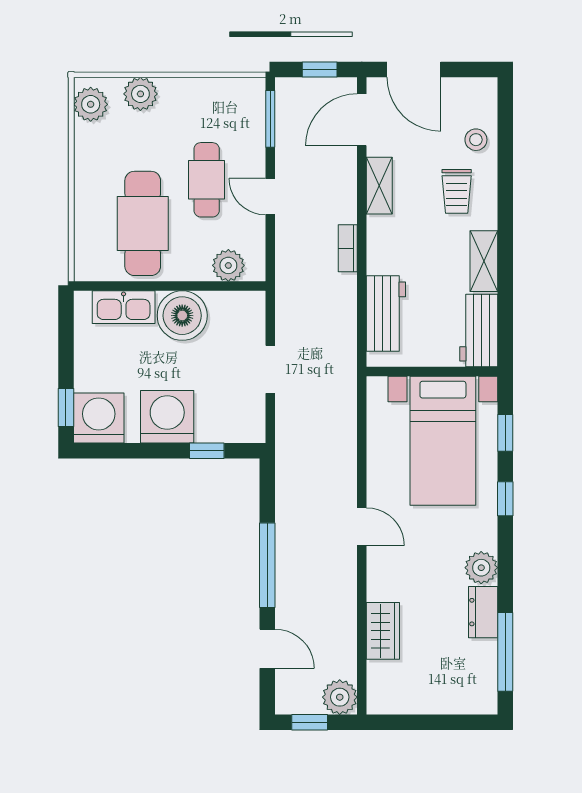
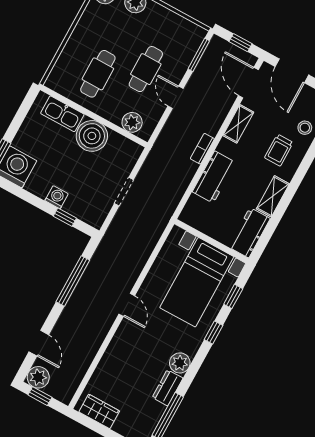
door: (362, 120) -> (248, 83), hinge flipped
cafe table: (143, 223) -> (98, 74), width x0.73, depth x0.74
workbench: (386, 314) -> (214, 177), moved
washing machine: (167, 417) -> (57, 197), width x0.53, depth x0.53
window: (267, 565) -> (73, 281), moved
wardrobe: (383, 631) -> (99, 411), moved, turned -90
plant: (340, 697) -> (38, 377), moved

